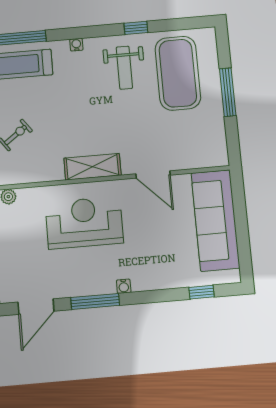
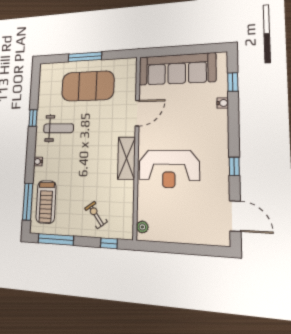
exercise mat: (178, 73) -> (88, 86), moved
reception desk: (84, 223) -> (169, 169), turned -90
water cooler: (124, 286) -> (223, 103), moved
window: (95, 301) -> (234, 166), width x0.46

